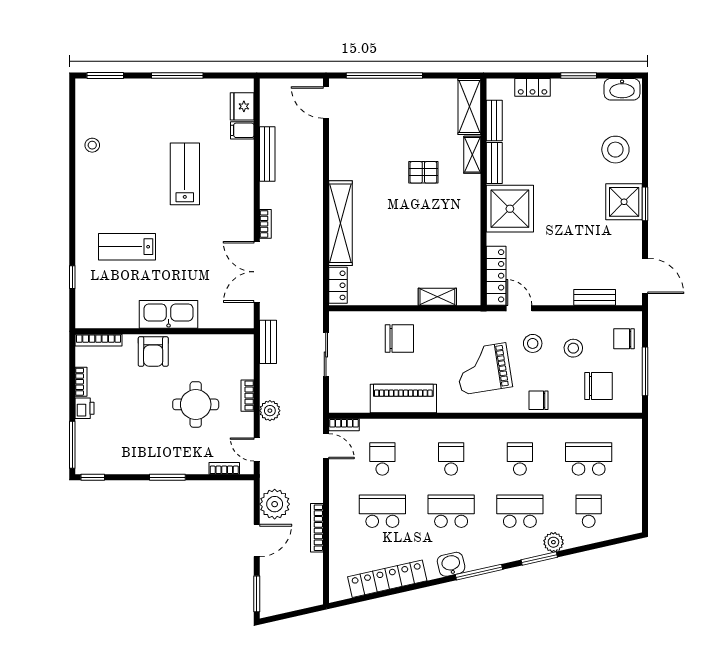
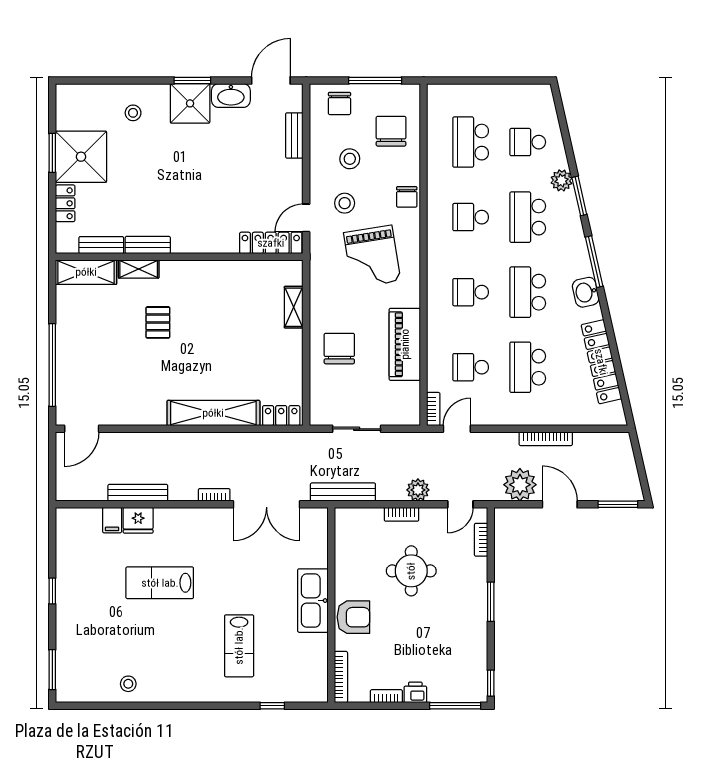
window: (177, 76) -> (52, 591), width x0.46
washbasin: (622, 89) -> (231, 96), moved, turned 90
fridge: (242, 106) -> (138, 520), moved
stool: (615, 150) -> (133, 113), width x0.53, depth x0.53
shower: (510, 209) -> (81, 157), moved
bench: (268, 342) -> (343, 492), width x1.36

